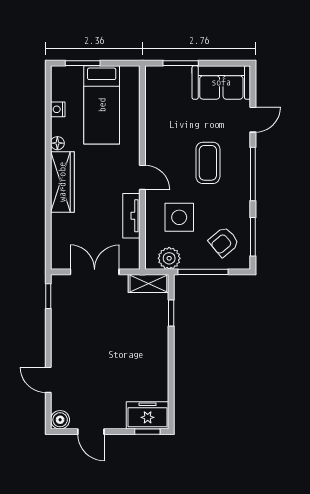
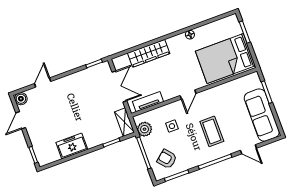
sofa: (221, 82) -> (262, 115), width x1.36
bed: (102, 105) -> (225, 59), width x1.50
nightstand: (58, 109) -> (211, 27), removed
coffee table: (208, 163) -> (212, 131), turned 90
wardrobe: (62, 182) -> (149, 53), moved
tv unit: (131, 216) -> (148, 102), moved
side table: (179, 217) -> (172, 126), width x0.54, depth x0.54
freezer: (148, 415) -> (72, 146), moved, turned -90

